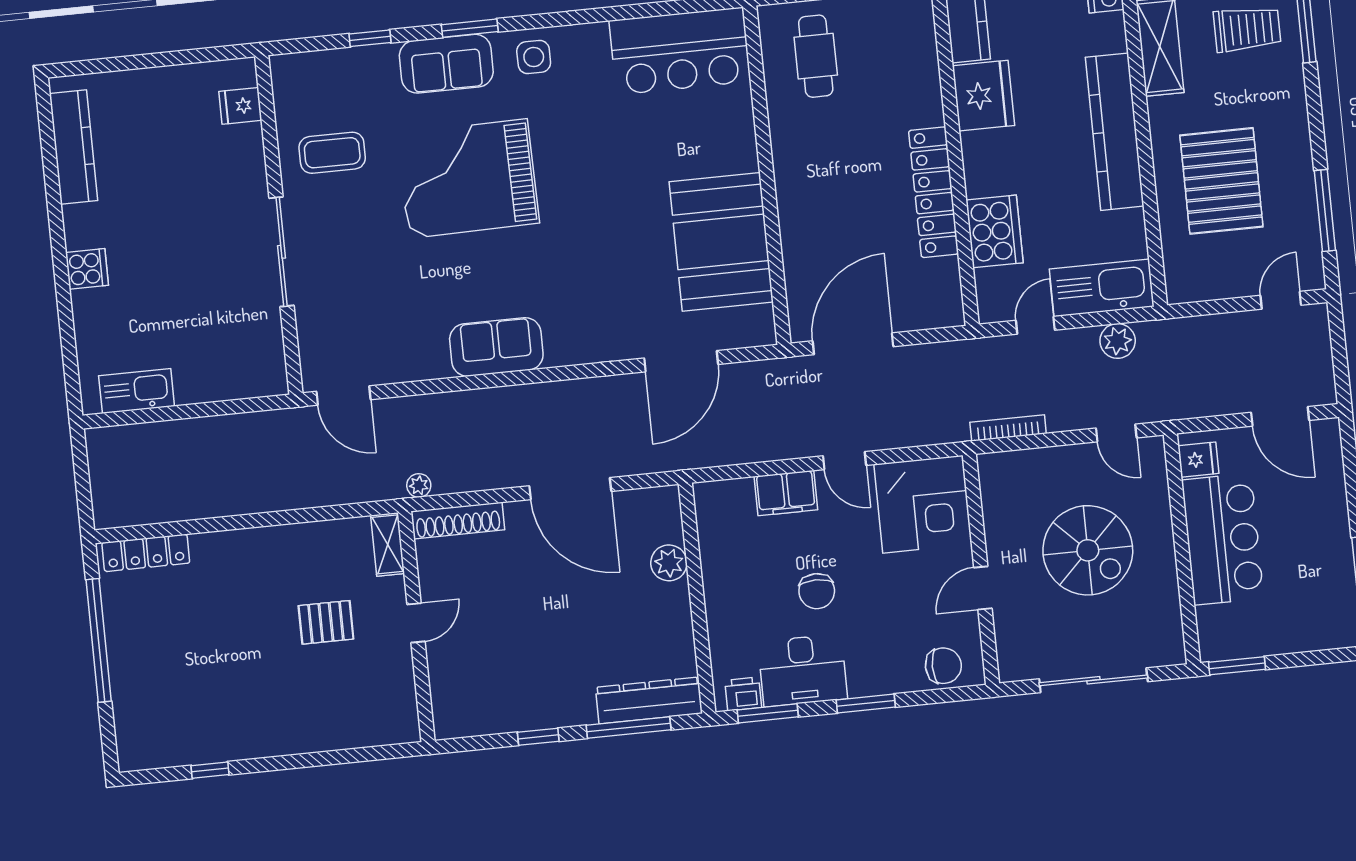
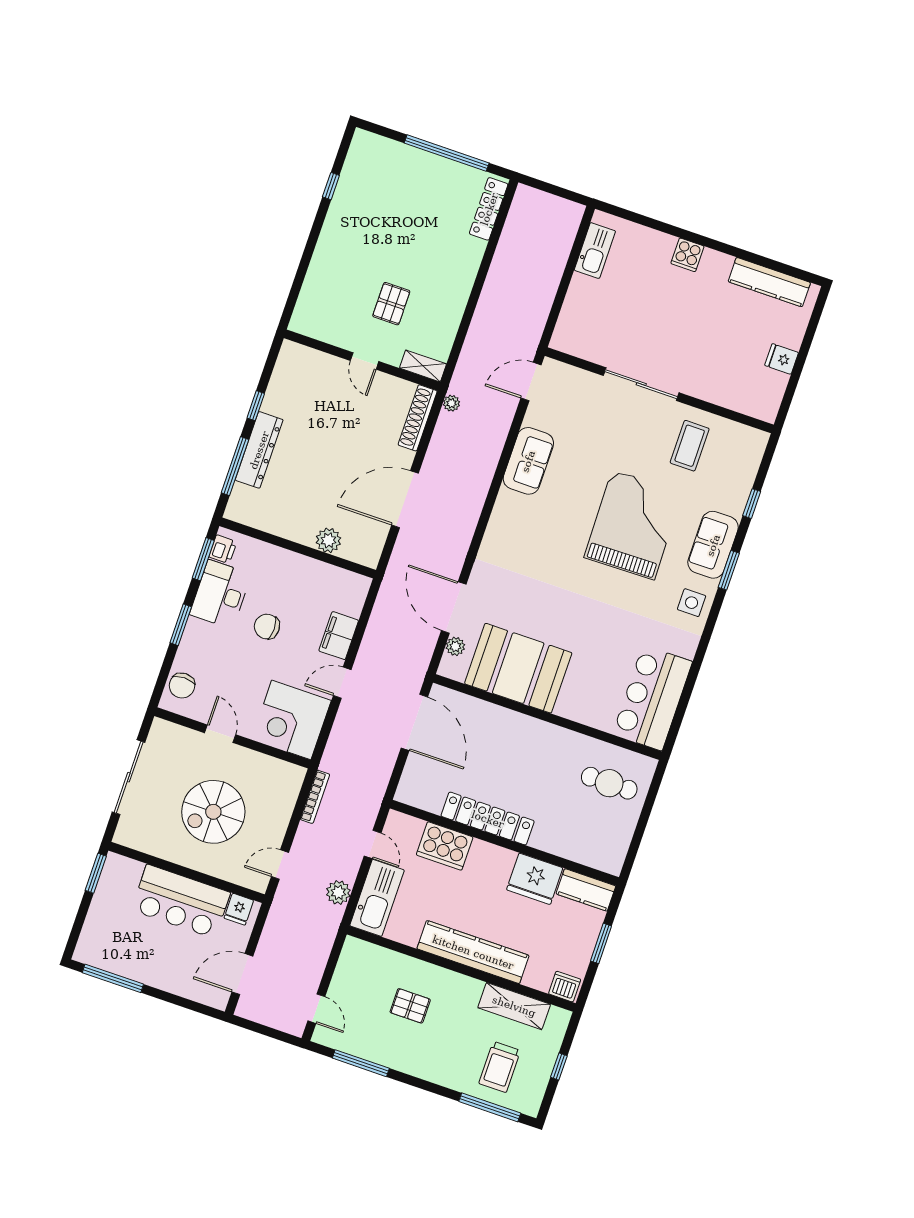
fridge: (240, 106) -> (782, 359), moved, turned -90
pallet: (1221, 181) -> (410, 1006), width x0.49, depth x0.50
plant: (730, 336) -> (455, 646), added
sofa: (496, 347) -> (528, 461), moved
dresser: (649, 700) -> (259, 450), moved

